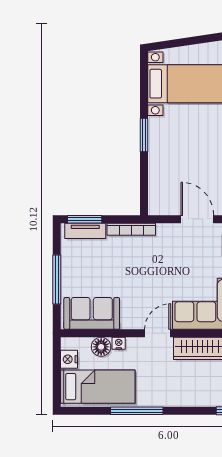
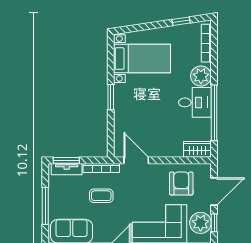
door: (197, 219) -> (136, 160), moved
coffee table: (131, 266) -> (101, 196), added

